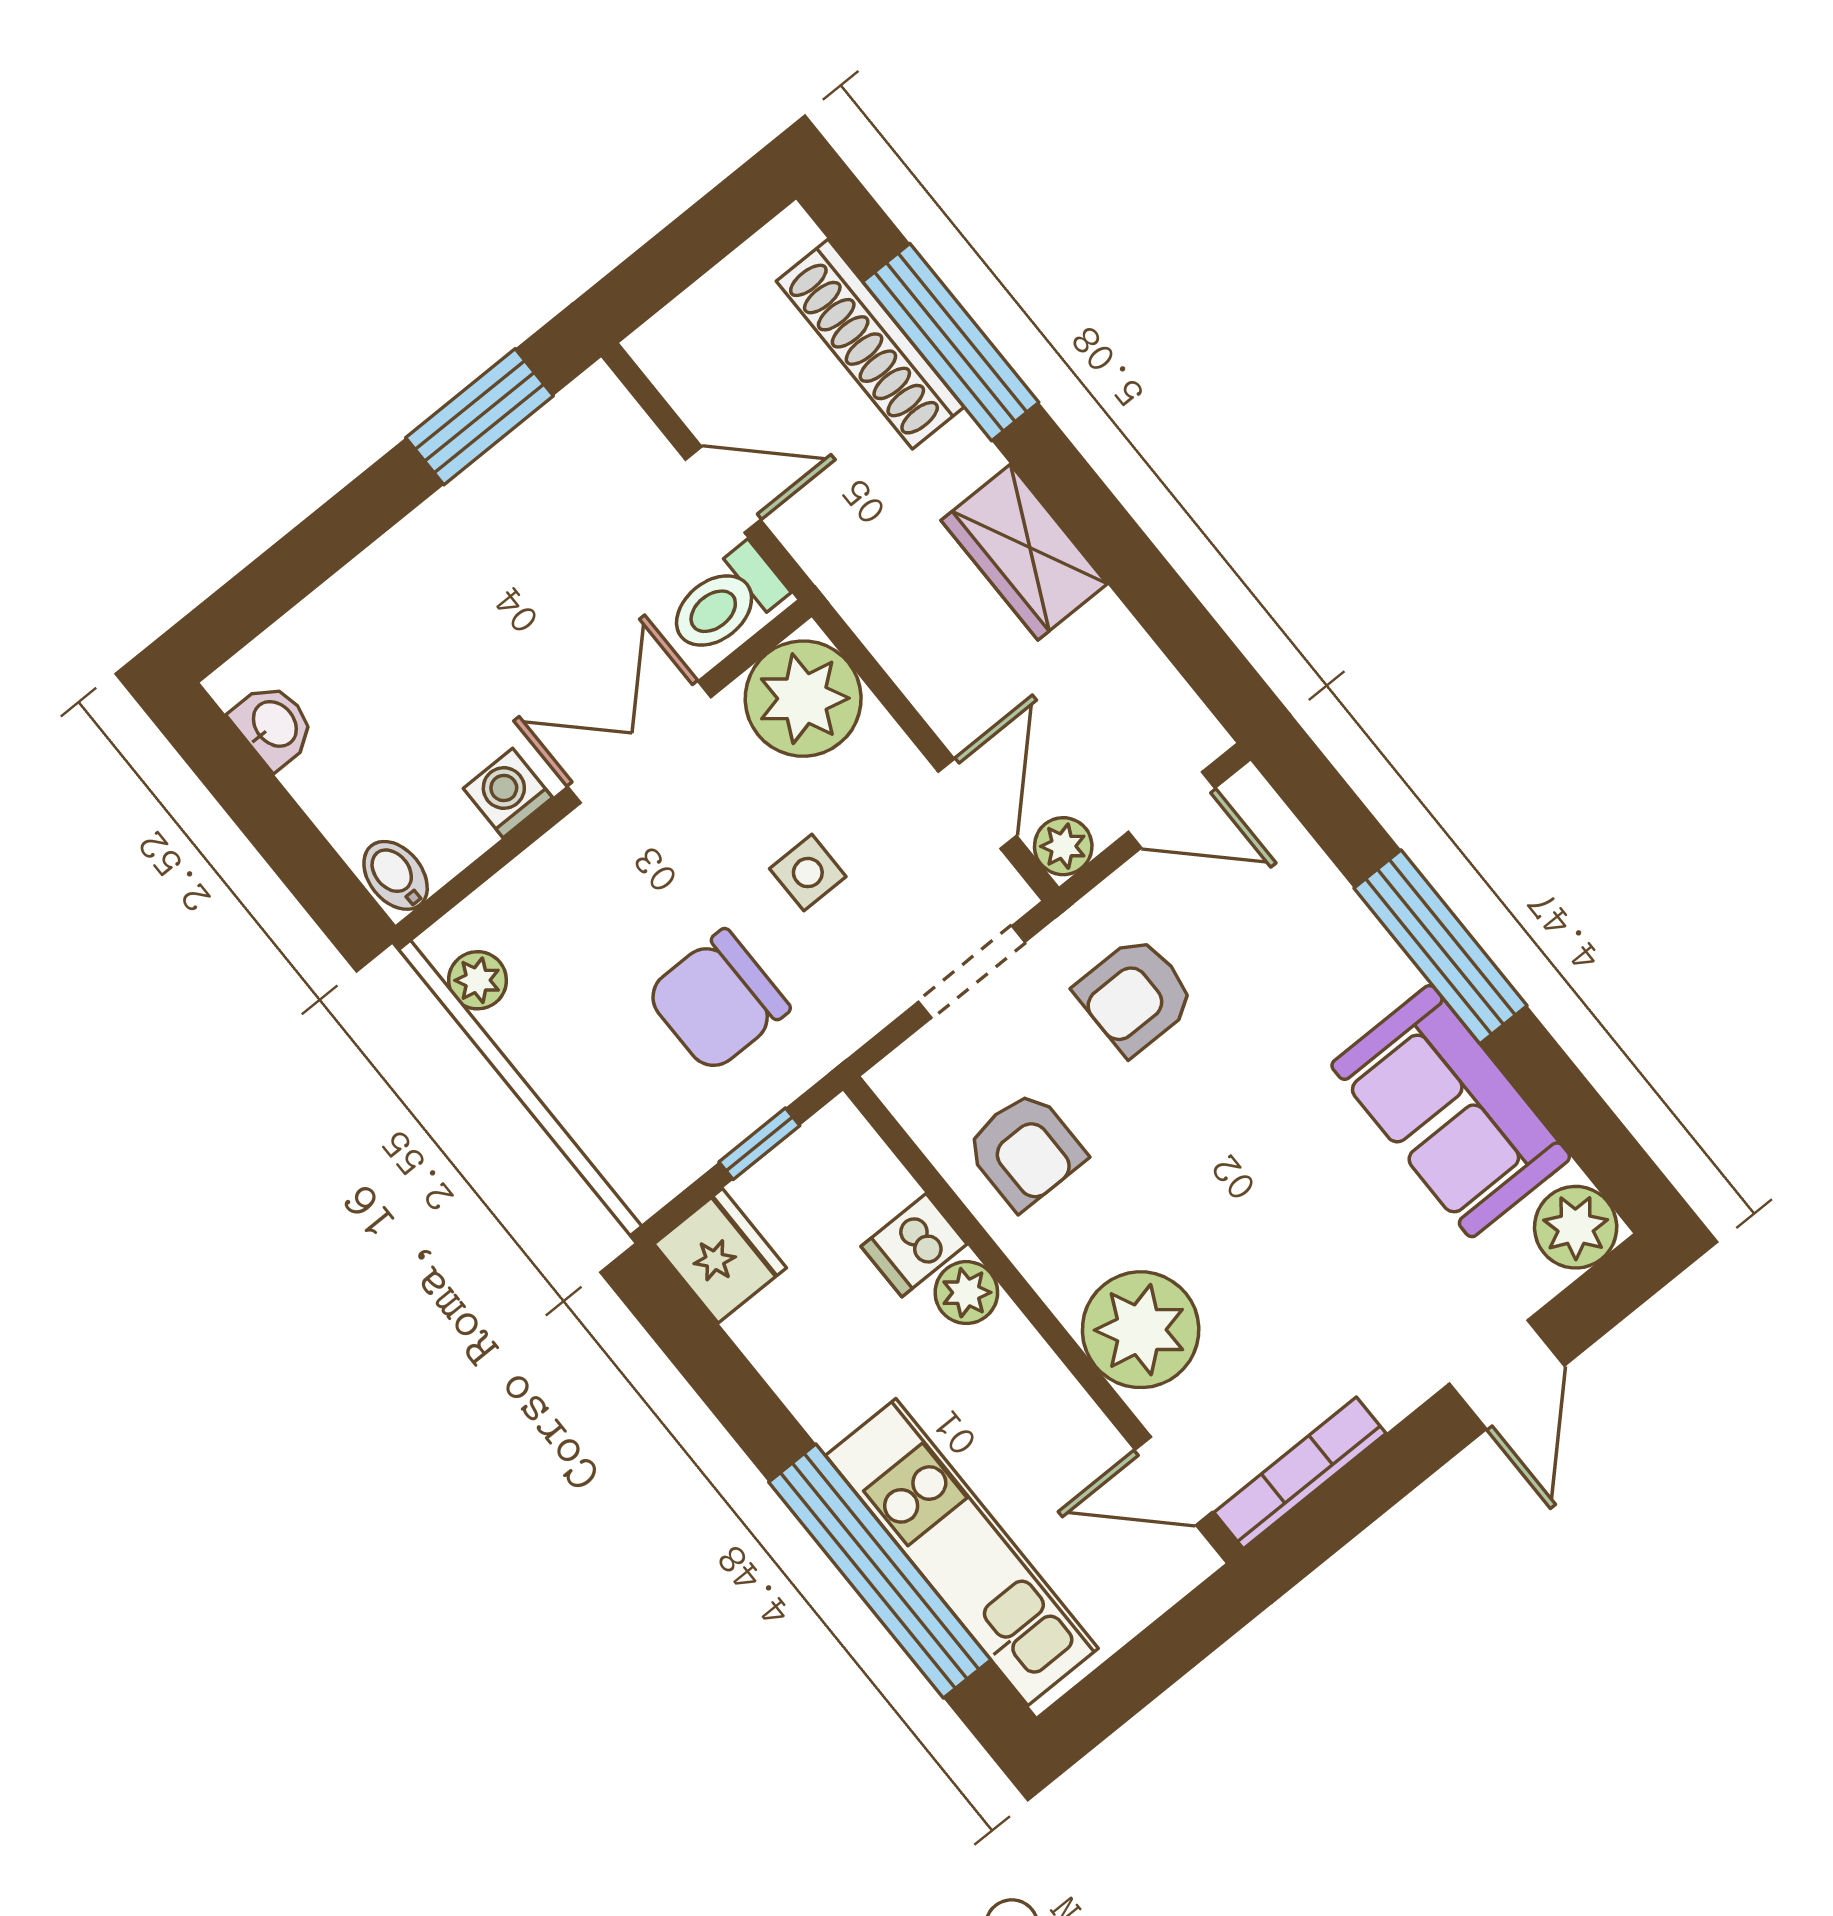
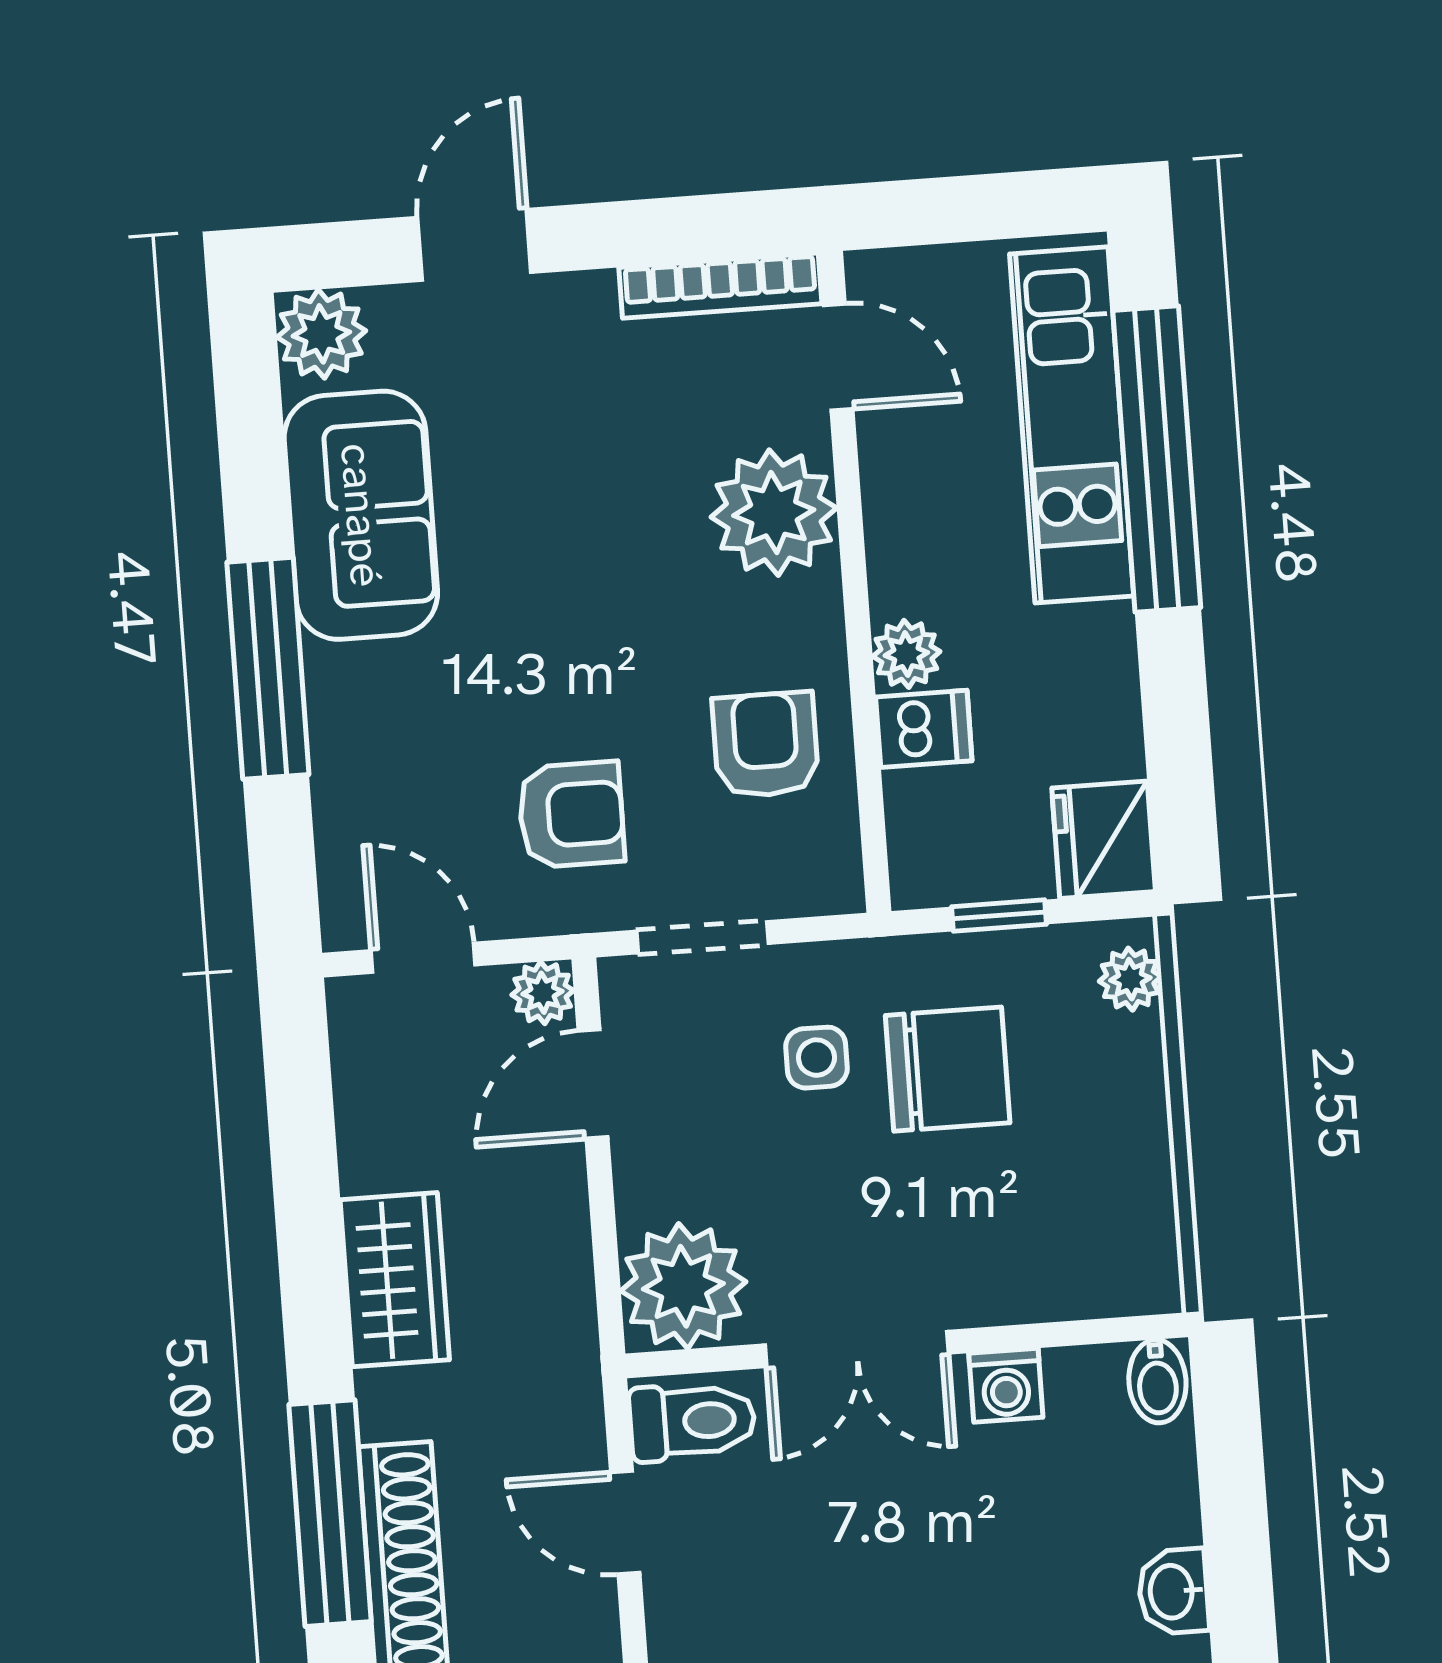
side table: (808, 873) -> (817, 1058), moved
plant: (478, 980) -> (1130, 979), moved

